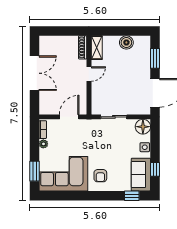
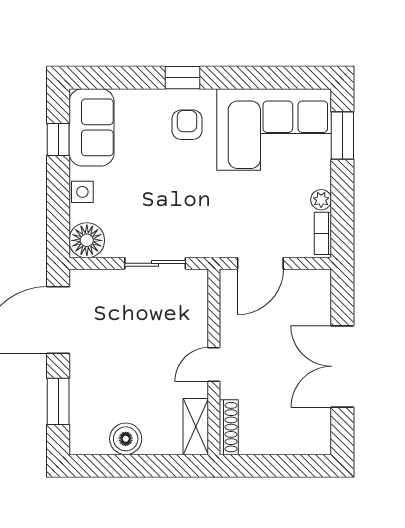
window: (132, 196) -> (183, 78), moved

